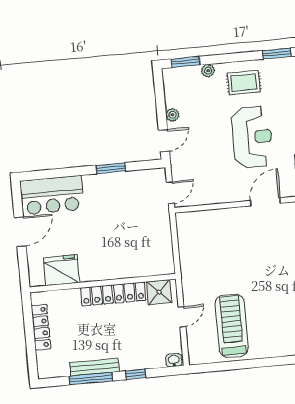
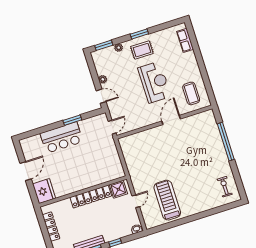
window: (277, 54) -> (139, 34), moved
door: (164, 141) -> (101, 96), hinge flipped
bar counter: (52, 195) -> (62, 138), moved
fridge: (62, 270) -> (44, 191), moved, turned 90

